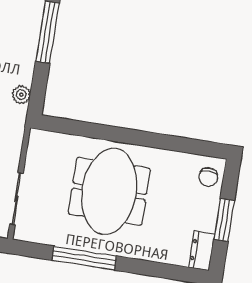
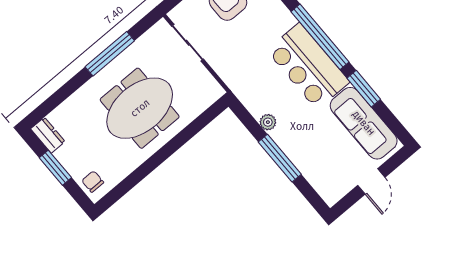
plant: (21, 95) -> (268, 122), moved
meeting table: (109, 191) -> (140, 108), turned 90

